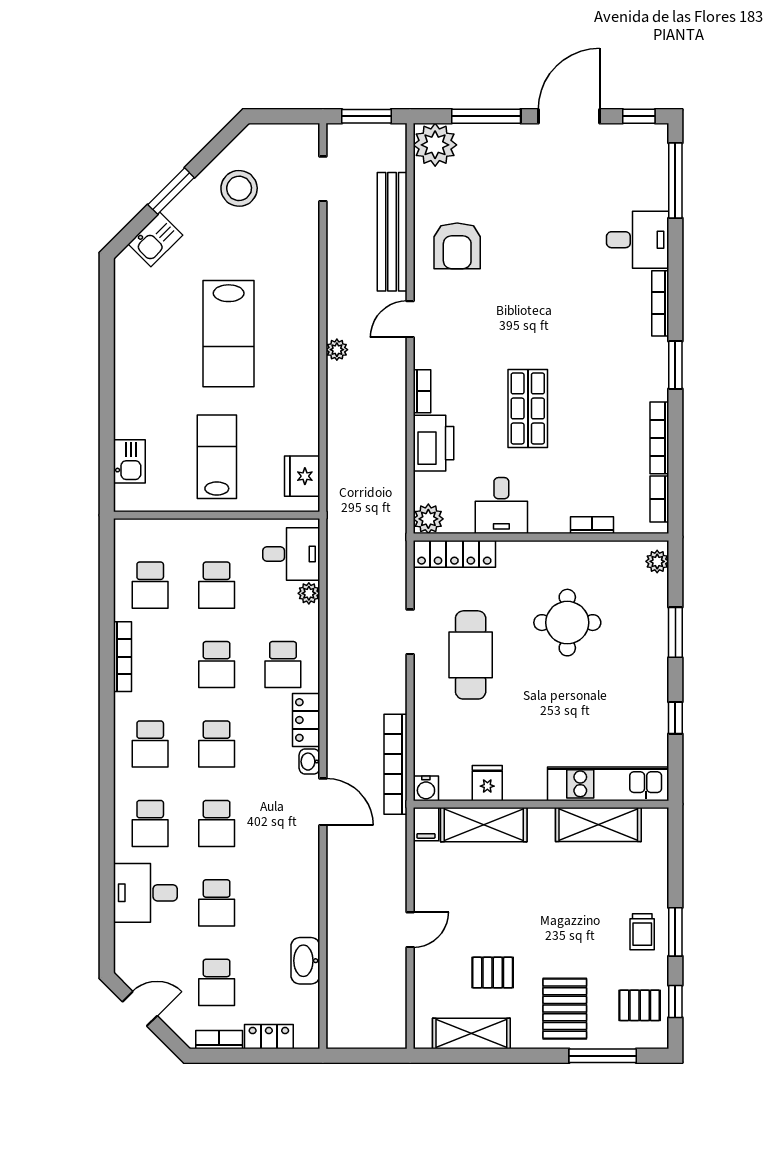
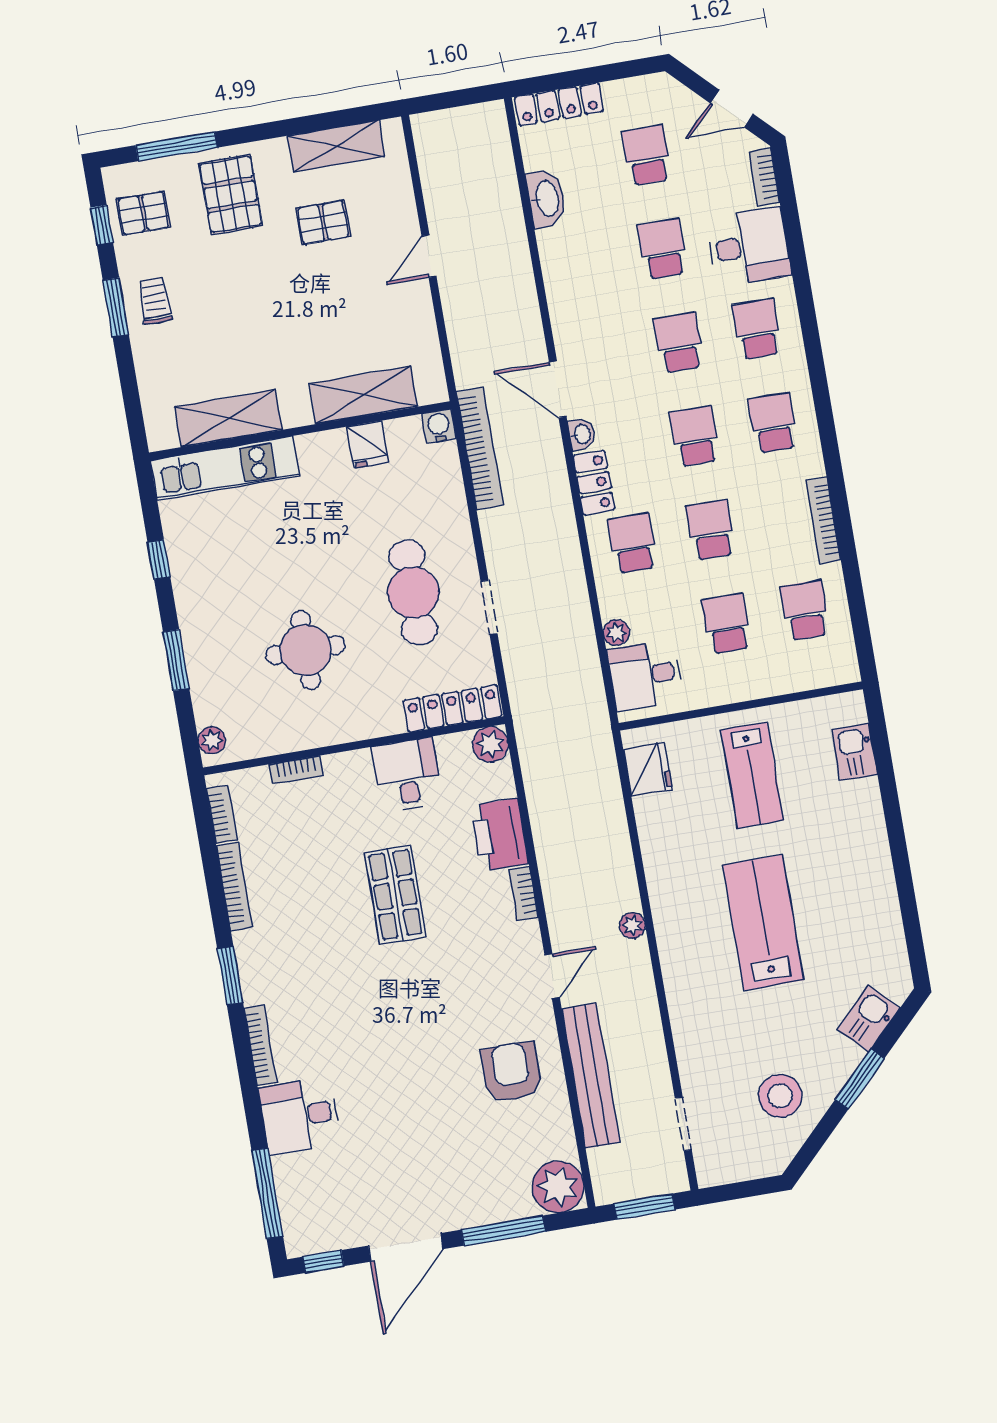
filing cabinet: (426, 824) -> (432, 384), removed
locker: (269, 1037) -> (559, 104), width x1.53
bookcase: (219, 1040) -> (764, 177), moved, turned 90

